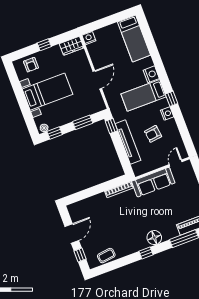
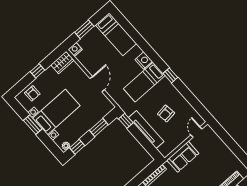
window: (105, 22) -> (84, 29), added
window: (20, 95) -> (33, 125), added
nightstand: (167, 114) -> (172, 90), removed
sofa: (153, 182) -> (183, 157), width x0.73

